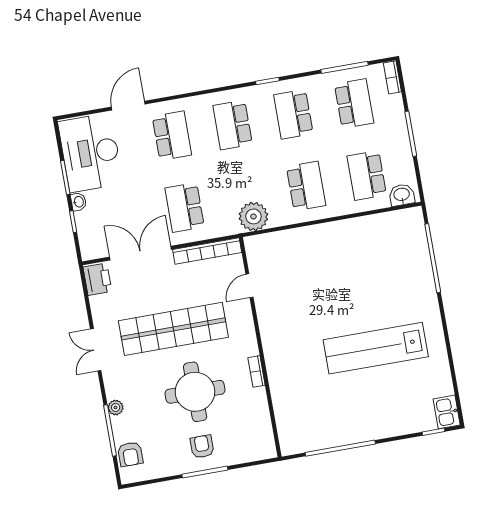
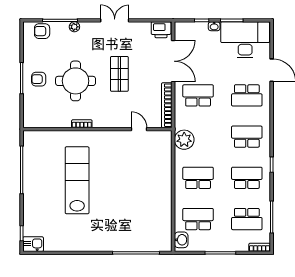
school desk: (306, 186) -> (198, 178), turned 180
shop shelf: (173, 329) -> (119, 74), width x0.50, depth x0.74
lab bench: (376, 348) -> (77, 180), moved
armchair: (202, 446) -> (39, 79), turned 180

